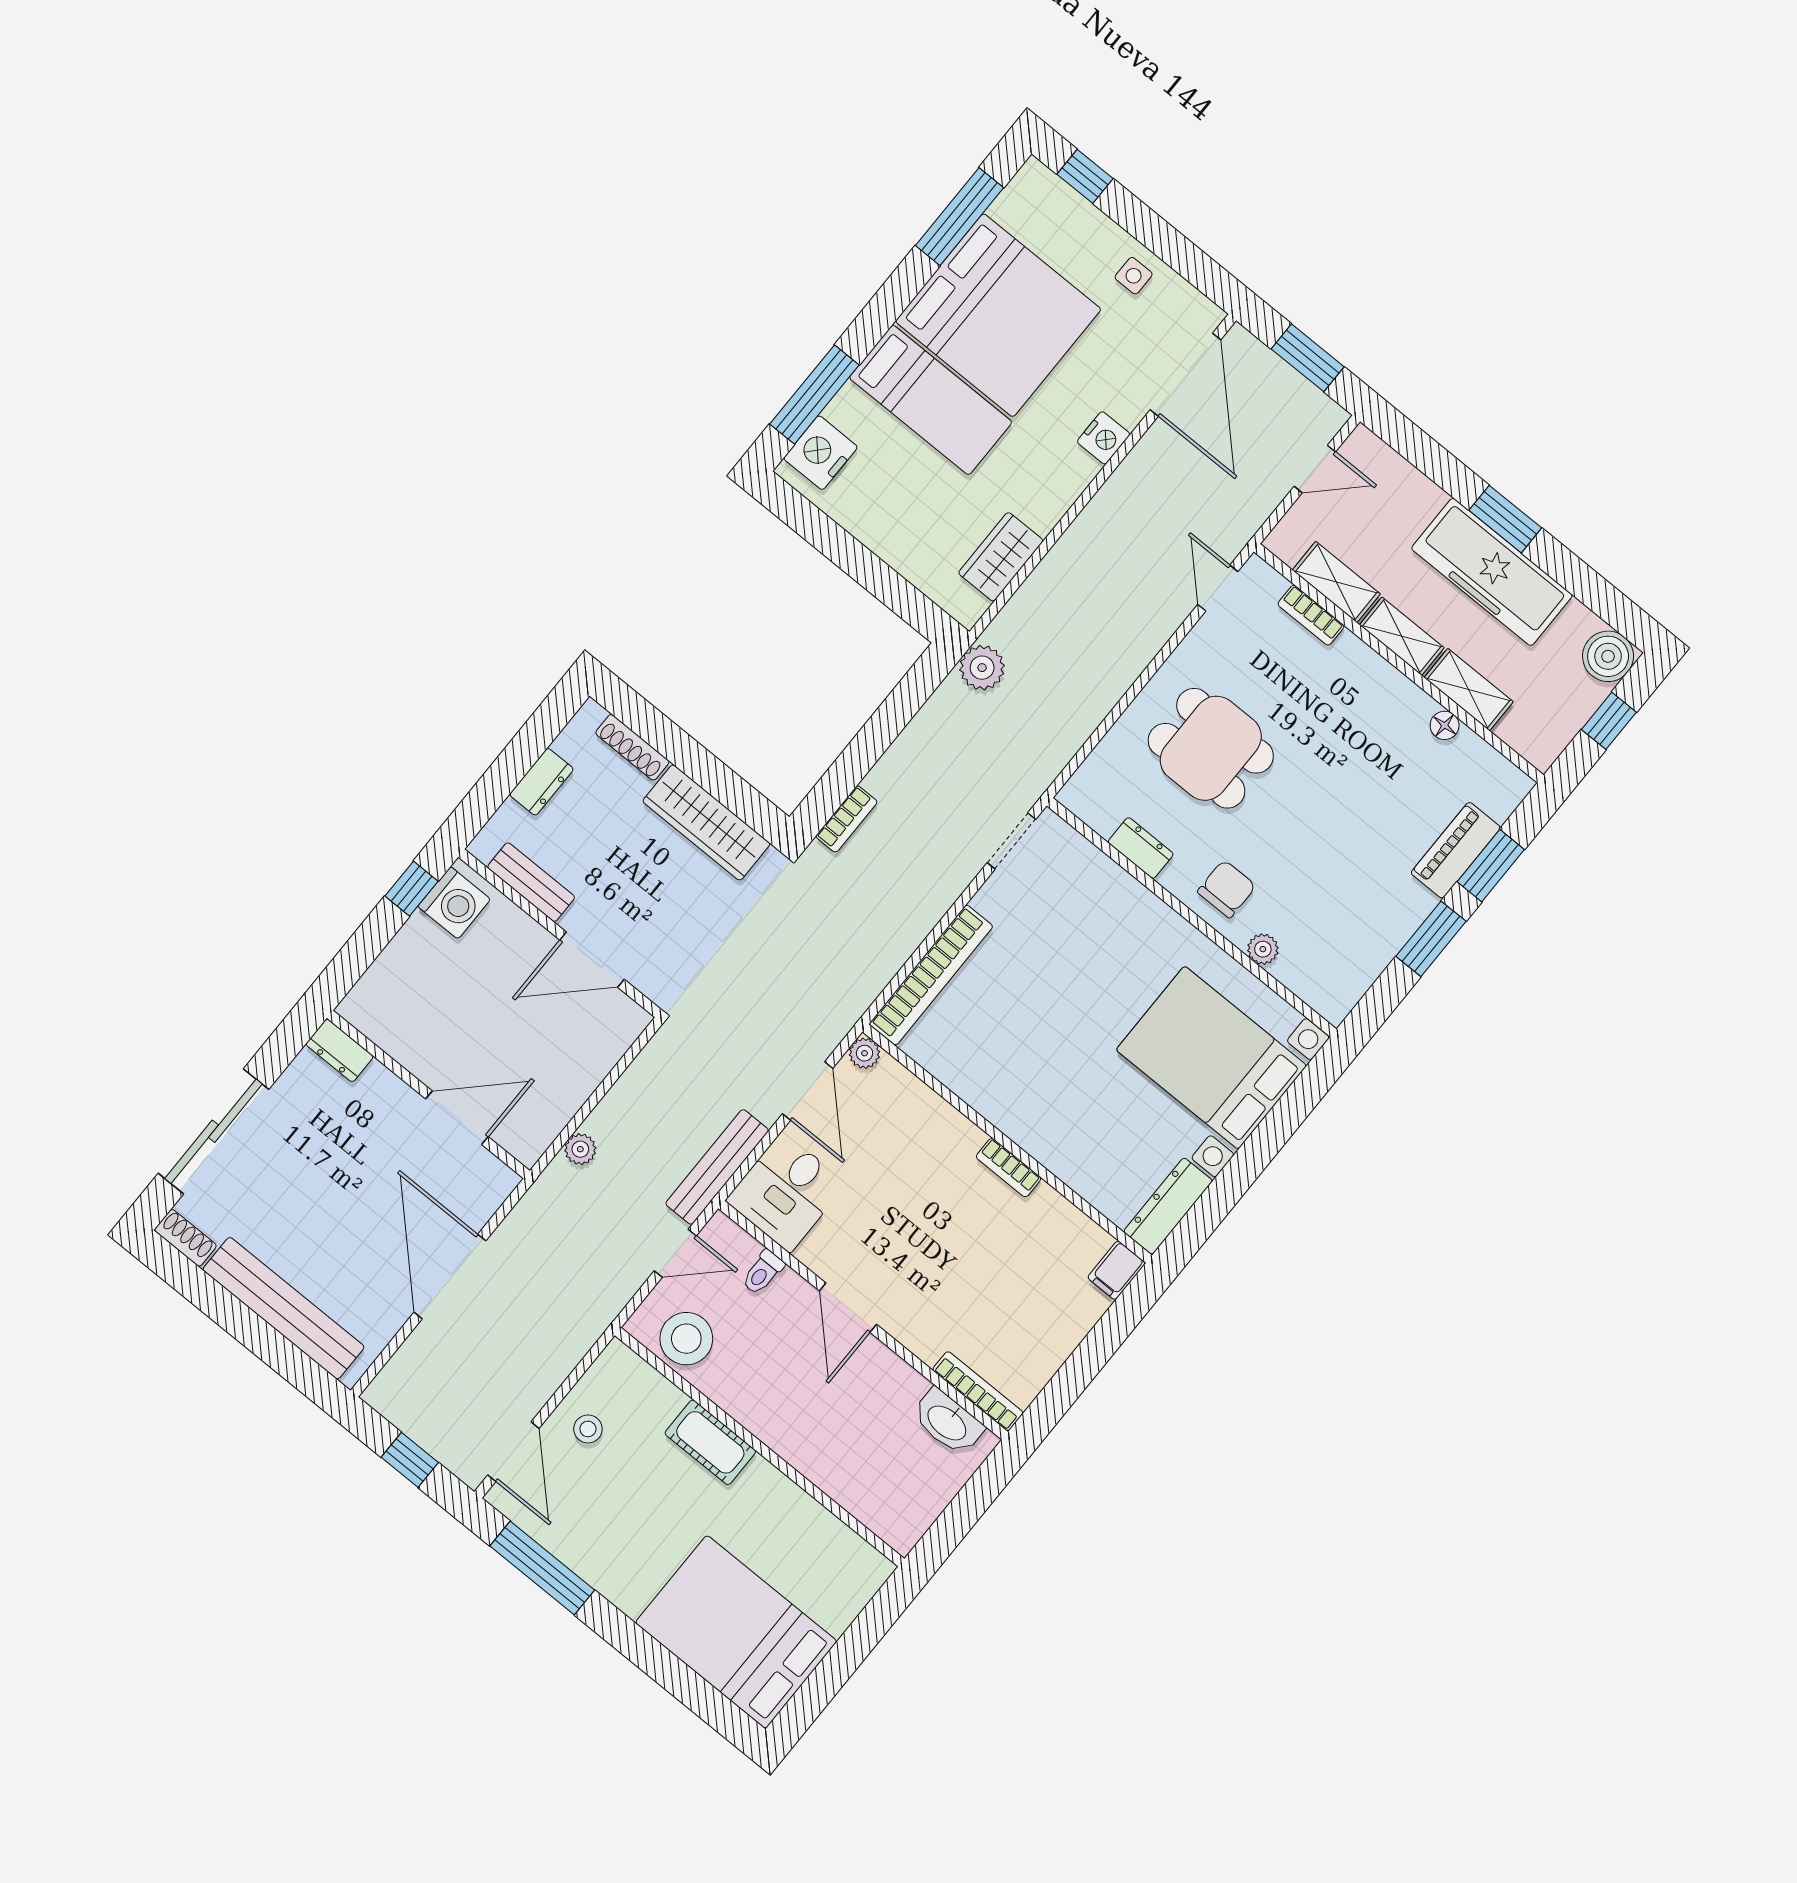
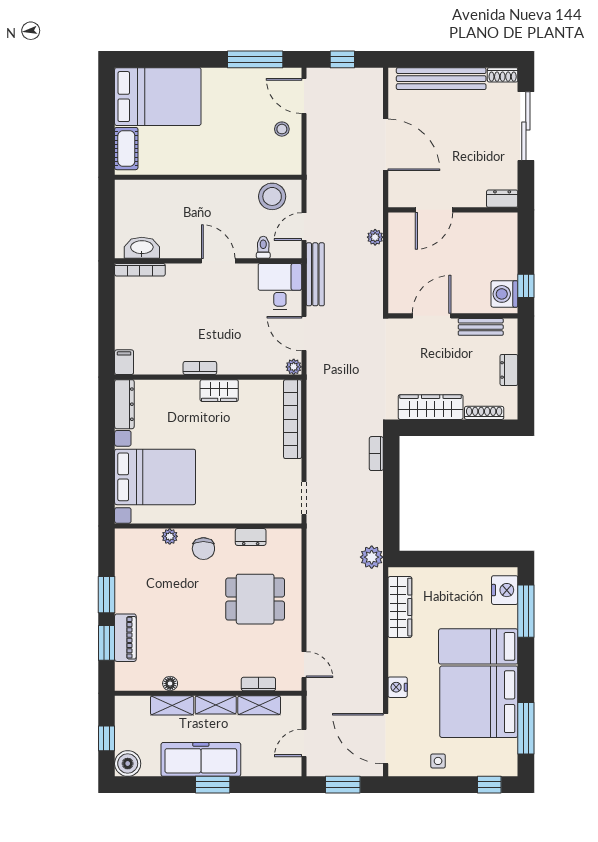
wardrobe: (1001, 557) -> (400, 607), width x1.50
wardrobe: (1007, 1109) -> (219, 391), added
cot: (710, 1442) -> (126, 149), moved, turned 90

